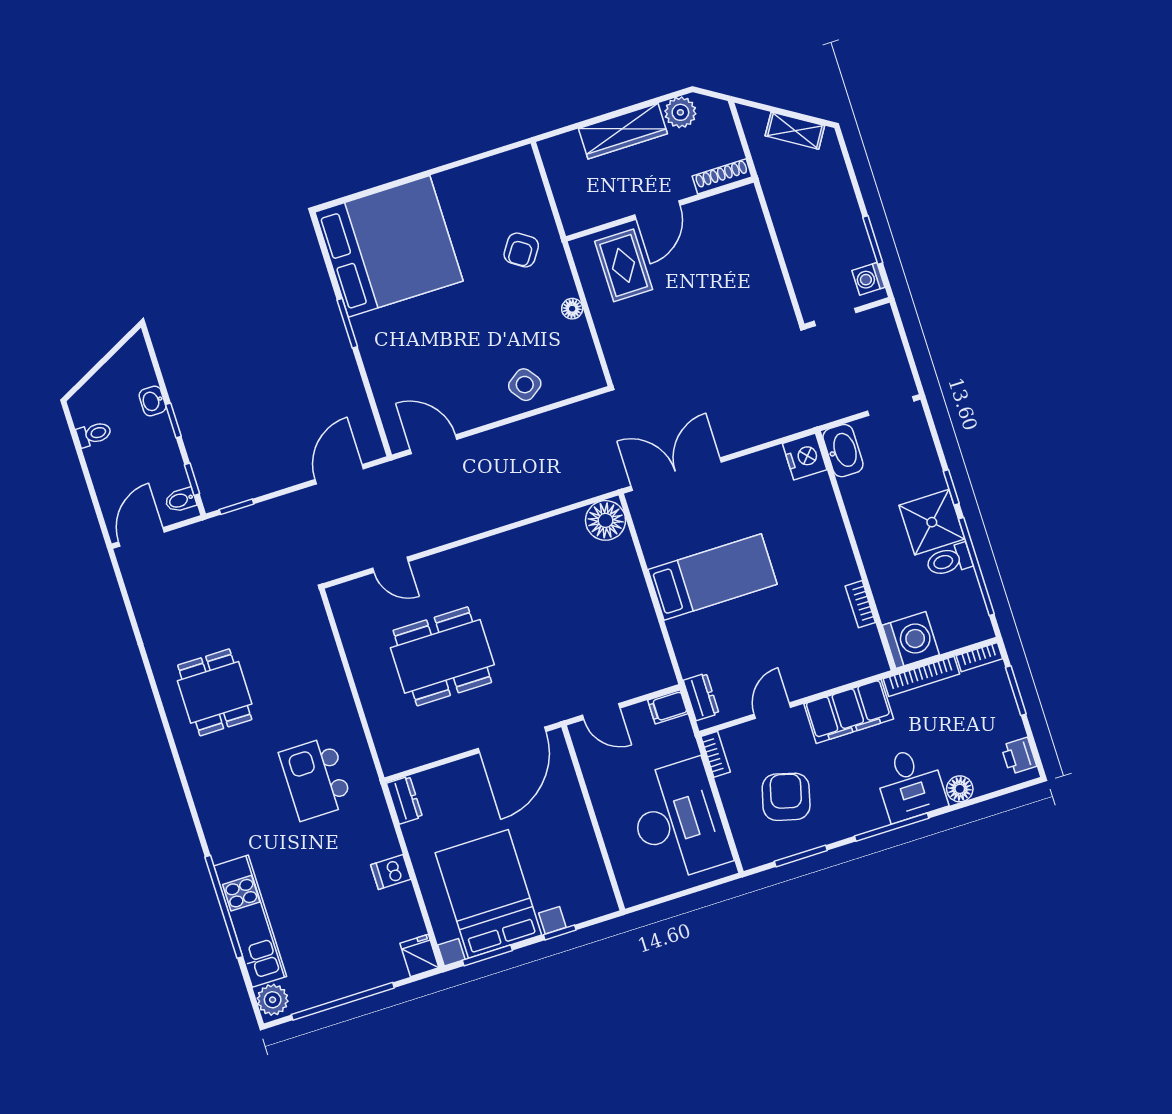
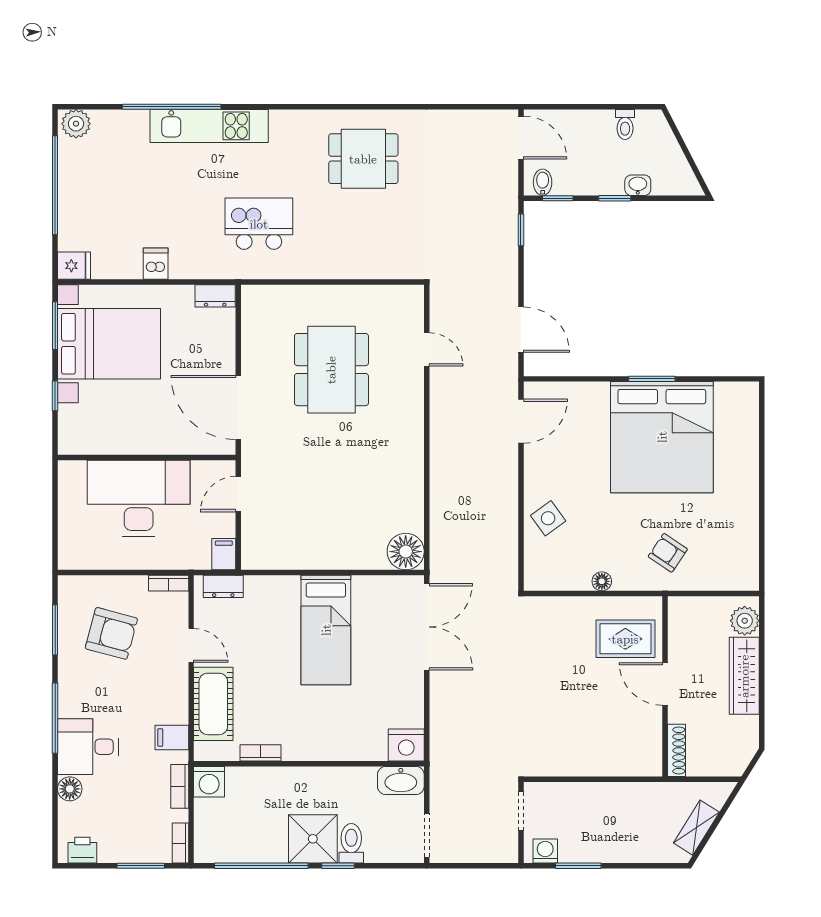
plant: (680, 112) -> (745, 621), moved
bed: (389, 246) -> (662, 437), moved
toilet: (949, 560) -> (351, 843), moved
door: (390, 565) -> (427, 349), swing flipped
washing machine: (911, 640) -> (209, 782), width x0.73, depth x0.73
cot: (825, 669) -> (213, 704), added
bookcase: (921, 676) -> (180, 786), width x0.64
filing cabinet: (849, 711) -> (172, 738), width x0.33, depth x0.86
desk: (678, 820) -> (139, 498), moved, turned 180
kitchen unit: (250, 921) -> (209, 126), moved

